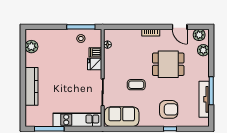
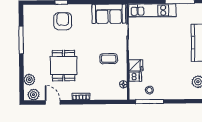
dining table: (168, 64) -> (64, 66), turned 90
coffee table: (136, 85) -> (109, 59), moved
tv unit: (204, 99) -> (28, 31), removed
armchair: (169, 109) -> (63, 21), turned 90

